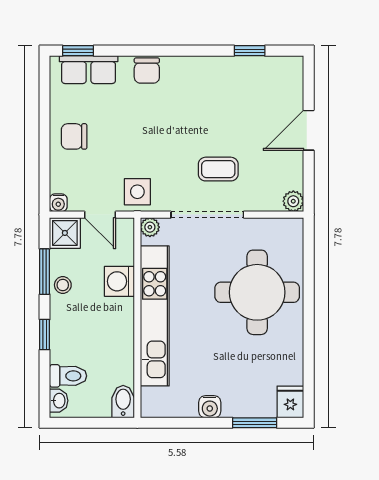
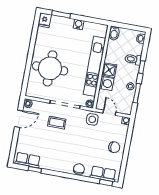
row of seats: (270, 69) -> (28, 160), added
door: (309, 130) -> (19, 119), moved
shower: (65, 233) -> (109, 70), moved
toilet: (68, 376) -> (133, 59), moved

